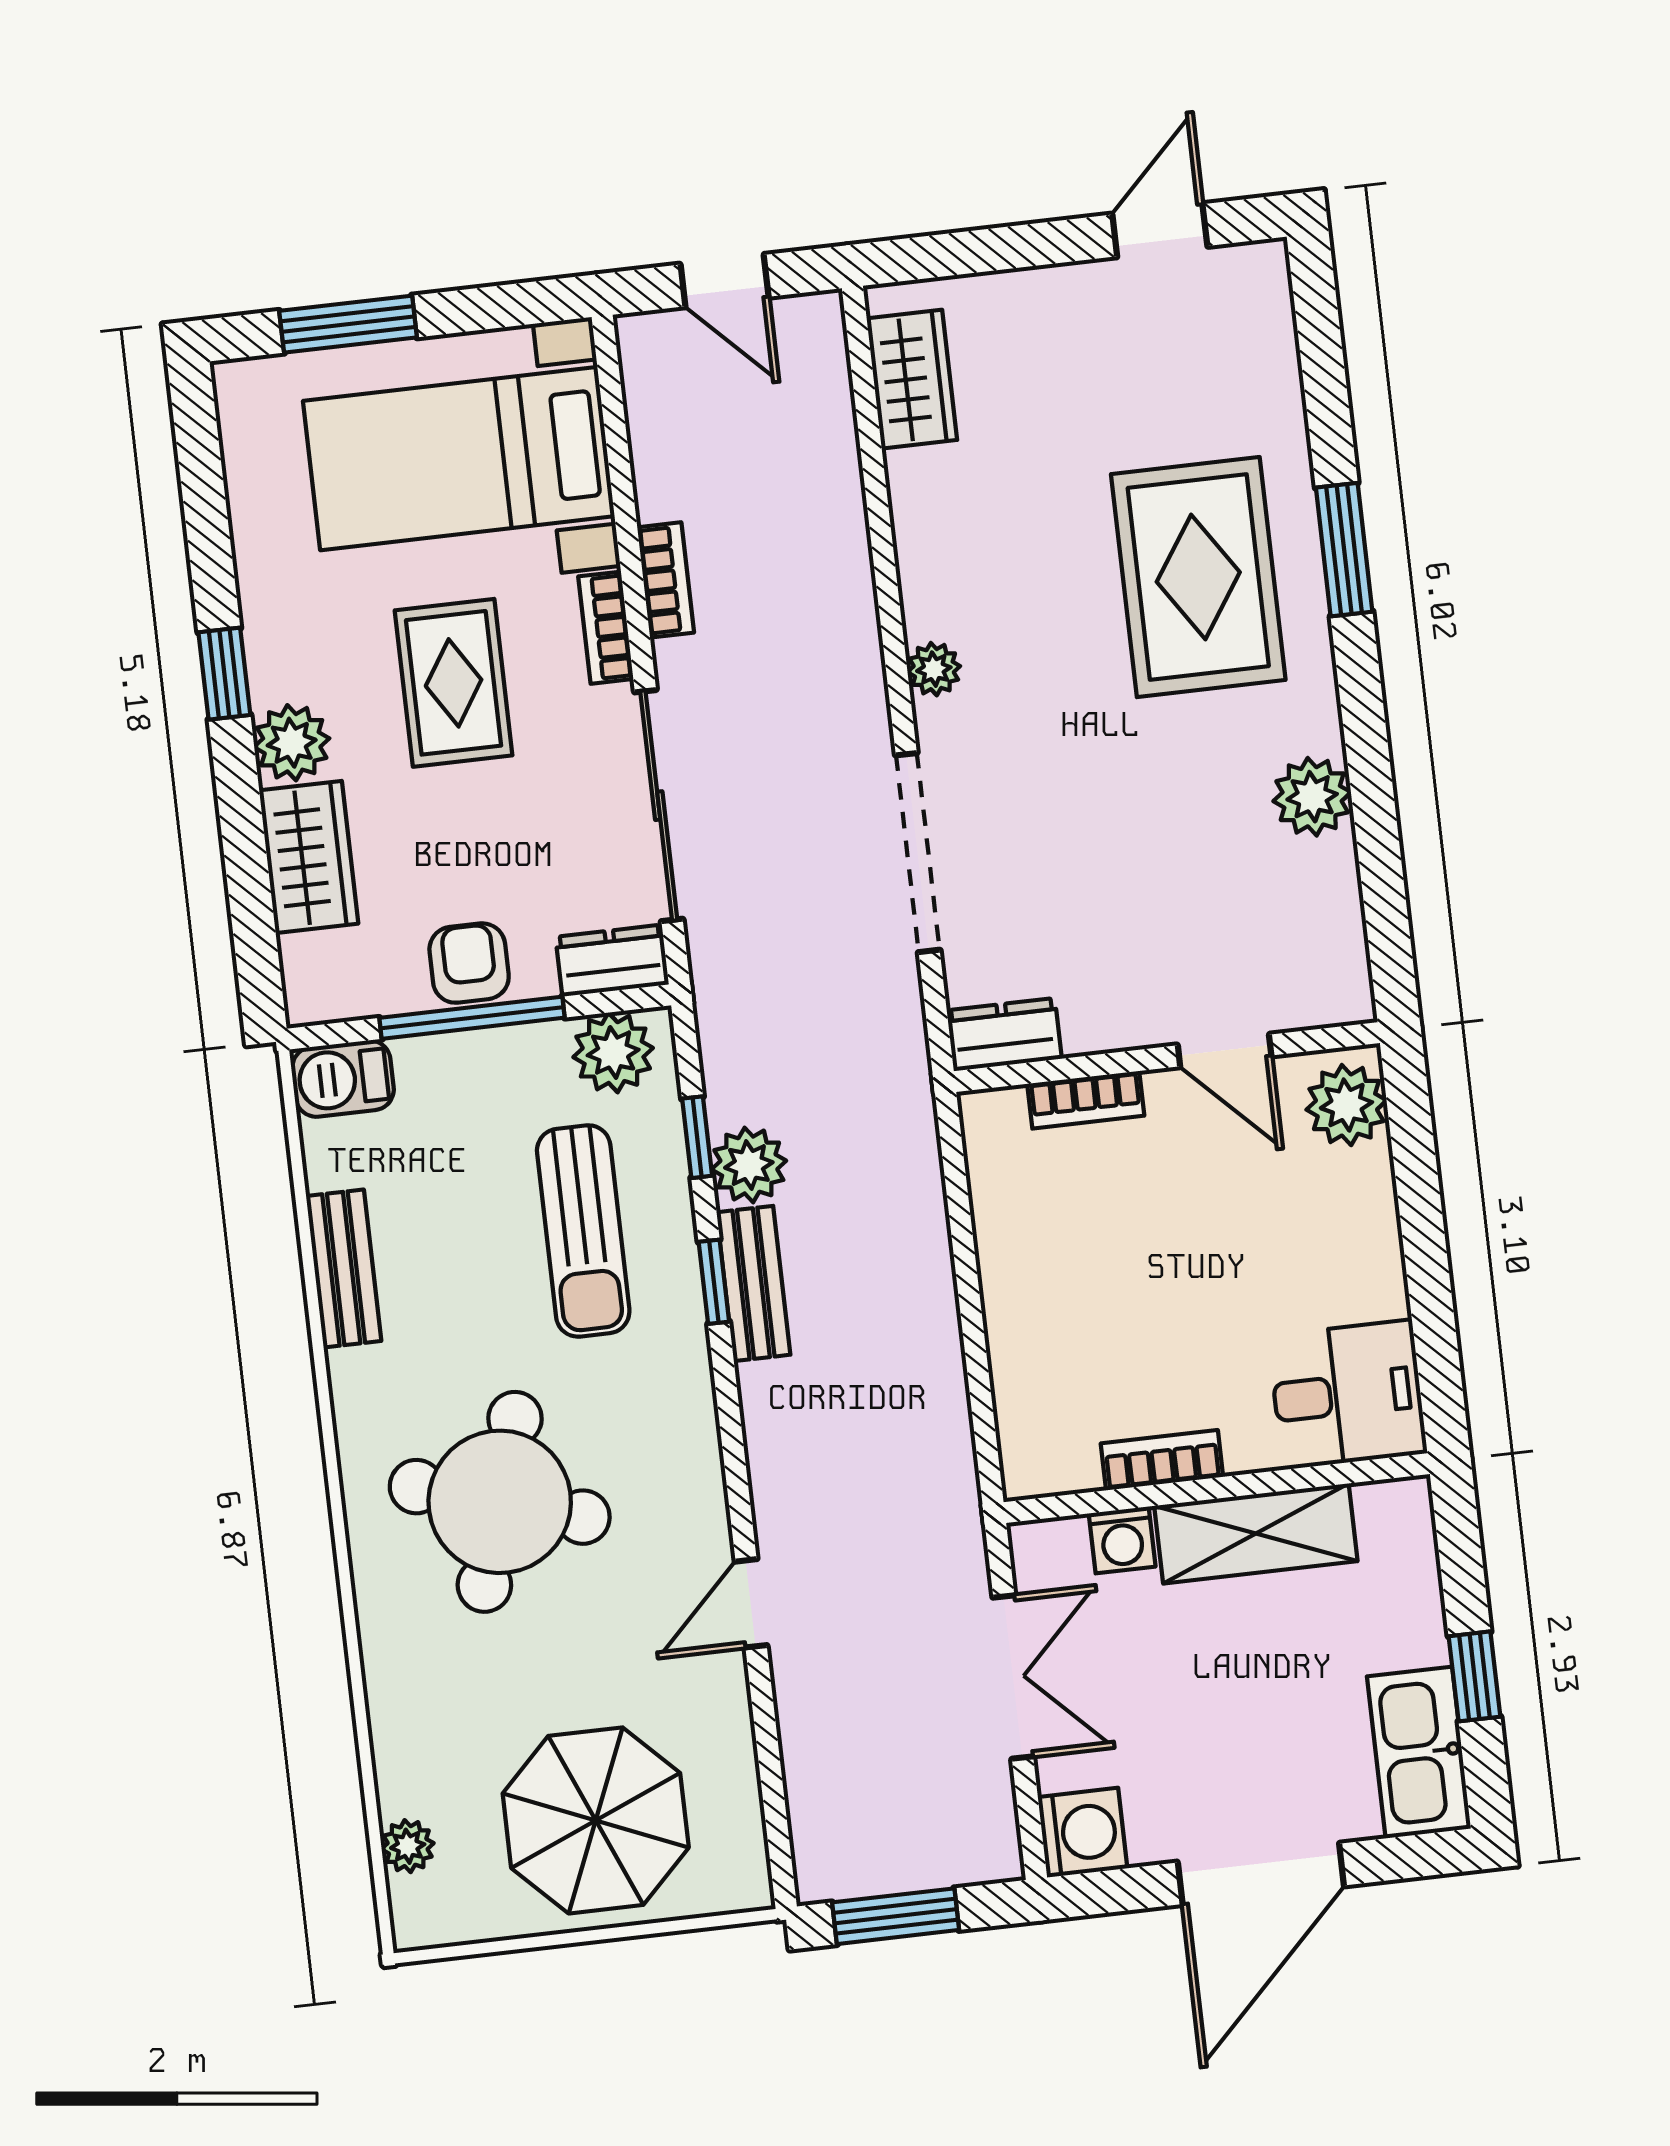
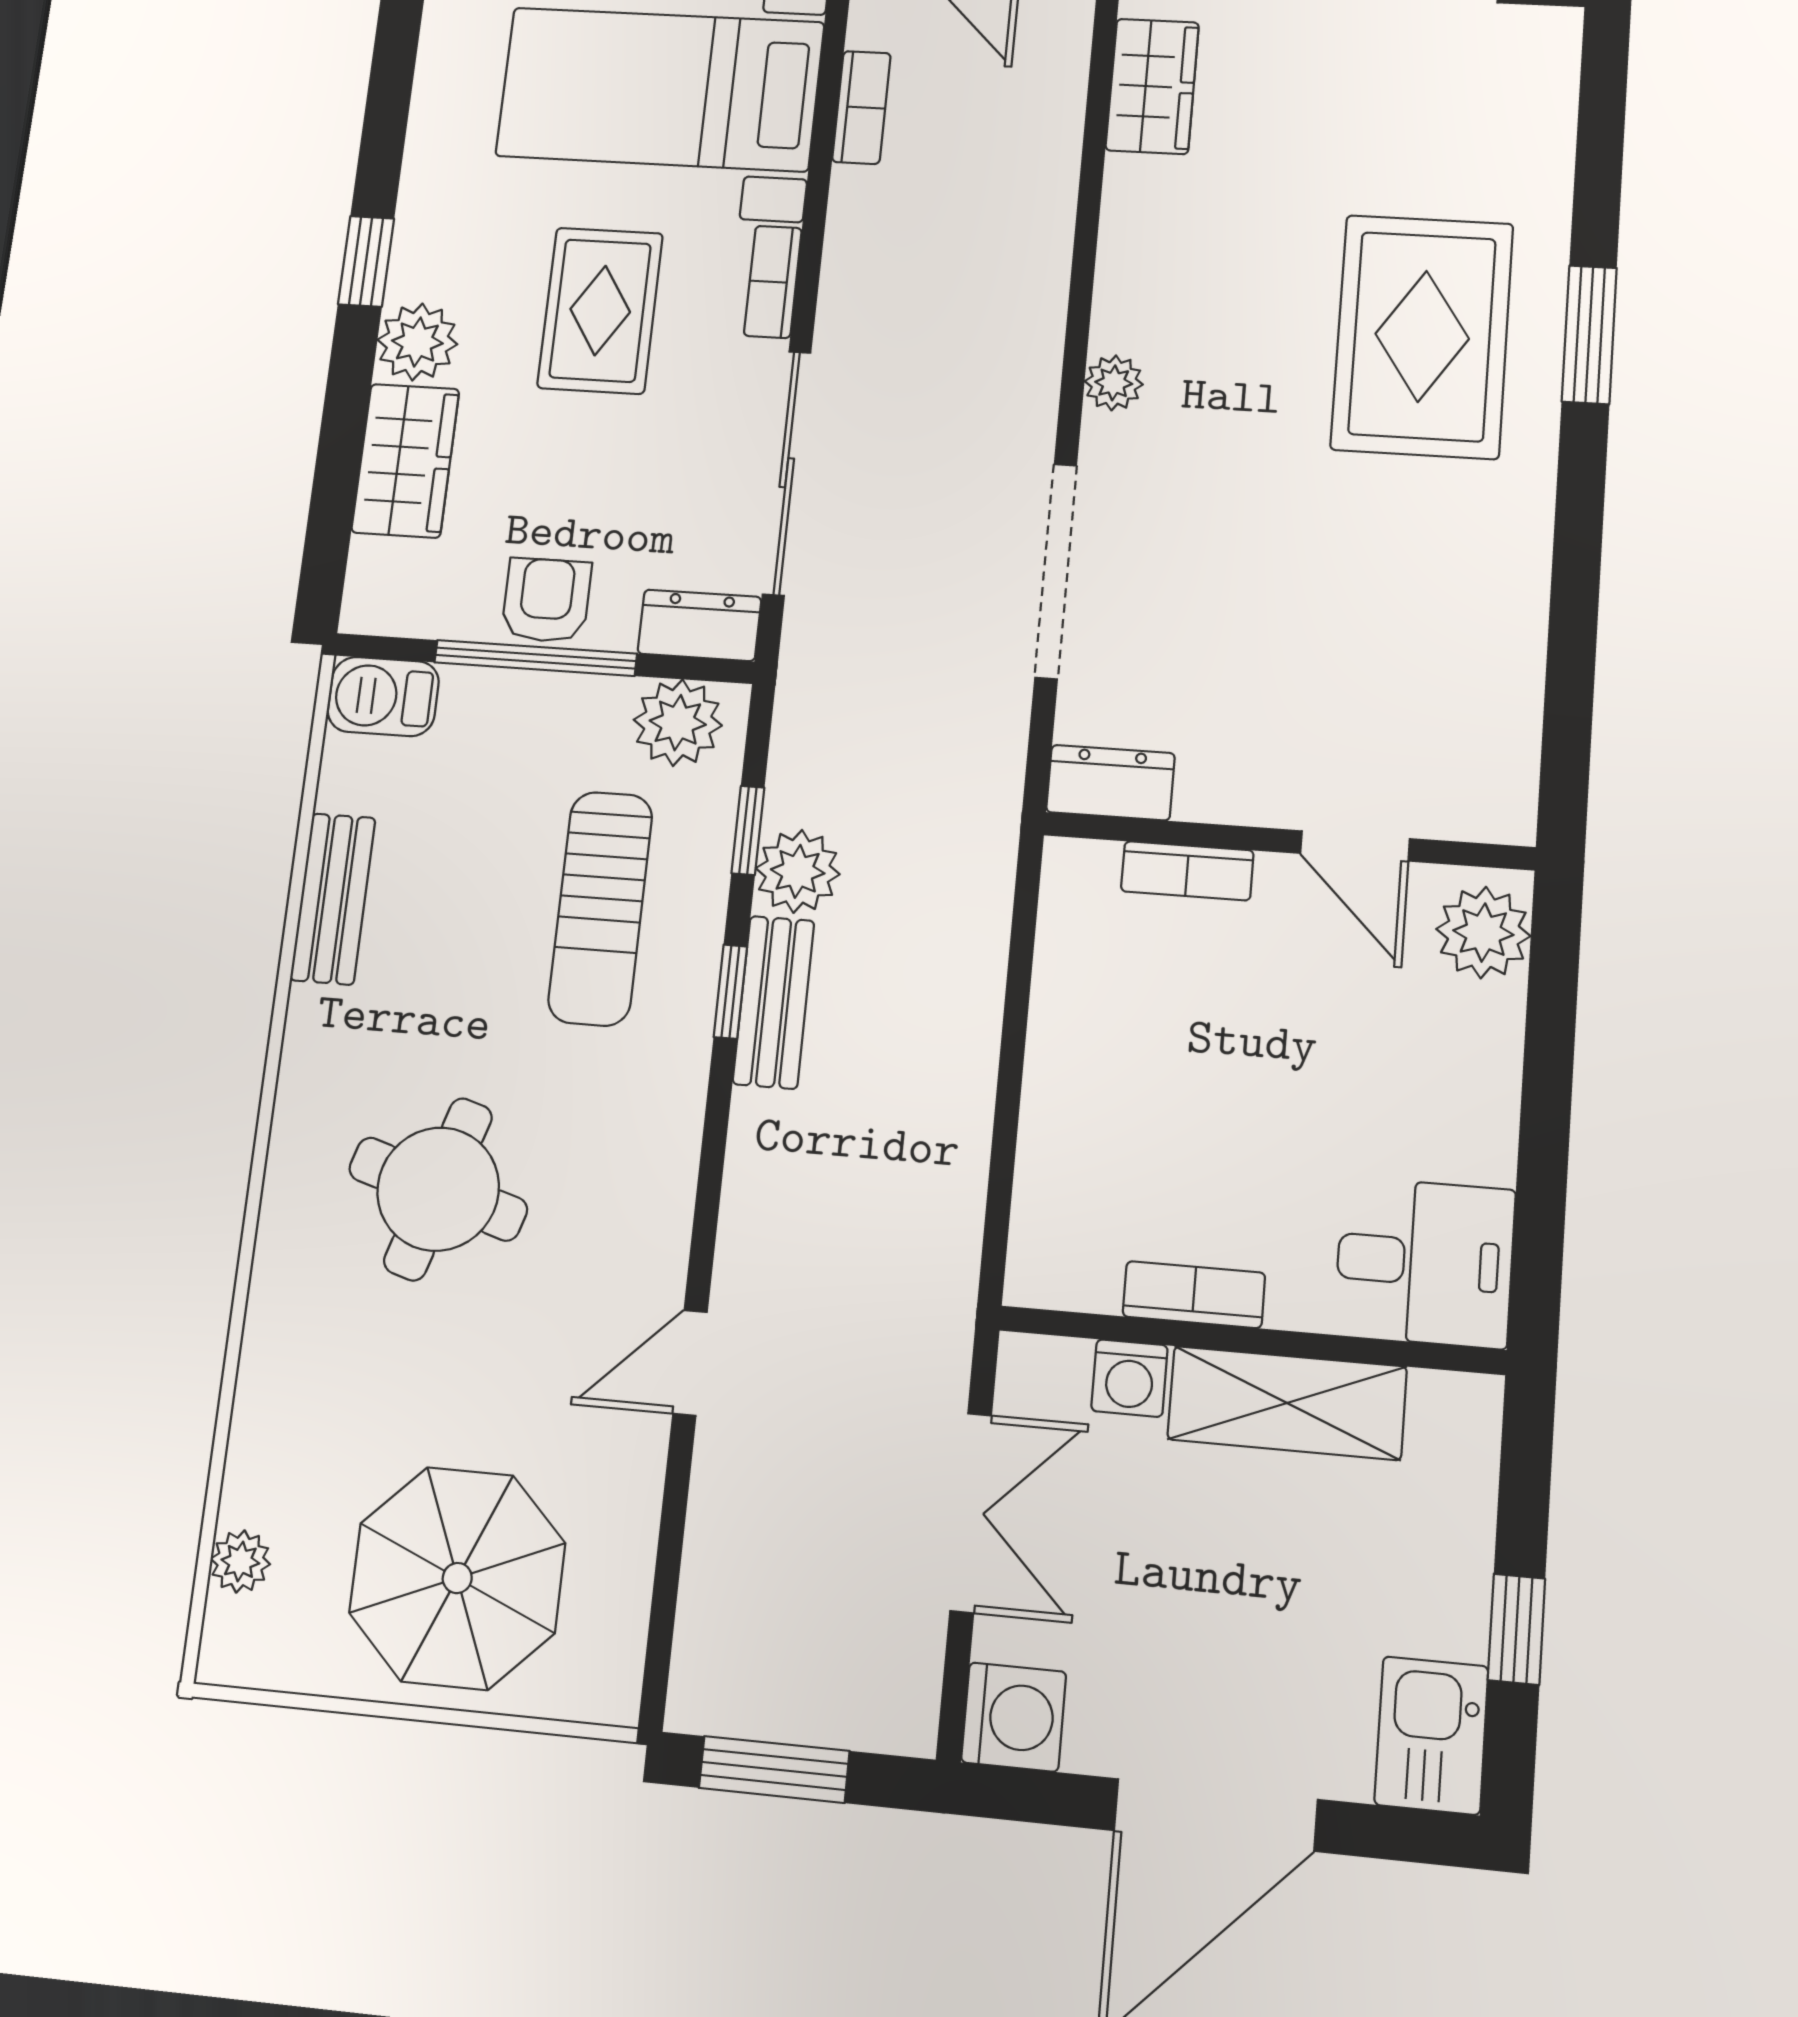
bookcase: (666, 580) -> (861, 107), moved
plant: (1312, 797) -> (1506, 589), removed
round table: (500, 1502) -> (438, 1189), width x0.73, depth x0.73
kitchen sink: (1419, 1752) -> (1431, 1735), width x0.73

